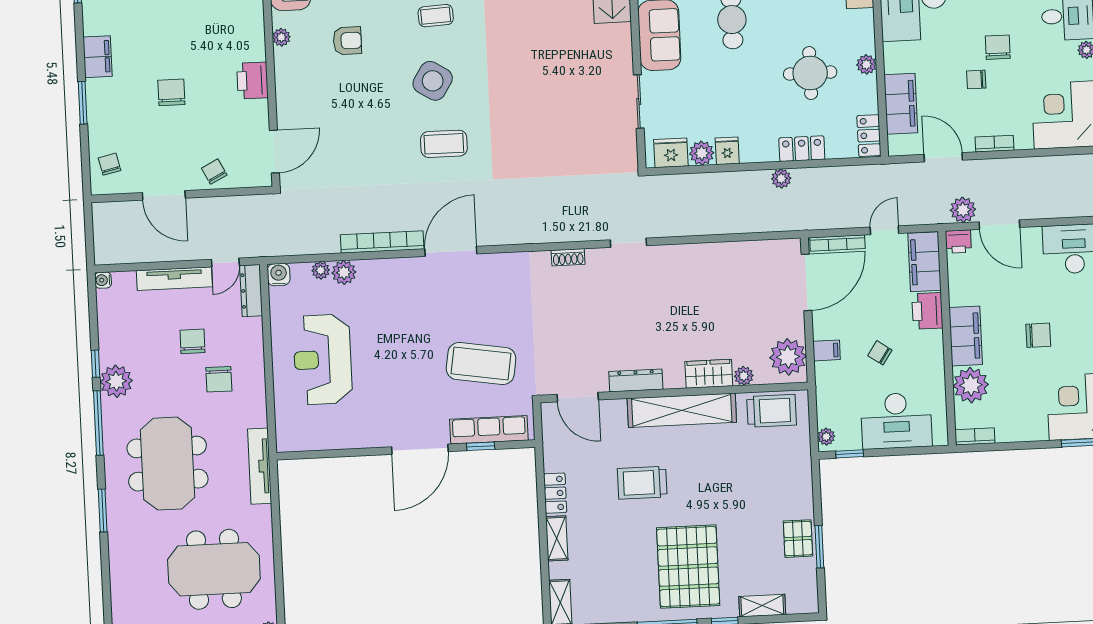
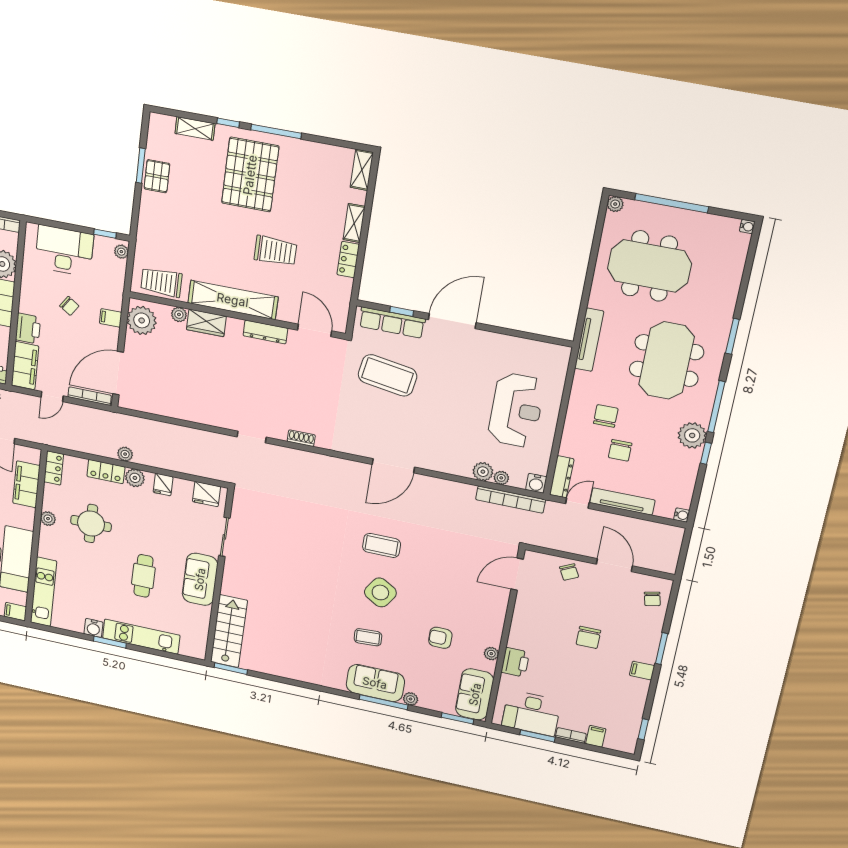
filing cabinet: (98, 57) -> (642, 671), width x0.50
printer: (252, 81) -> (515, 662), moved
plant: (702, 153) -> (135, 478), moved
bookcase: (382, 242) -> (511, 500), moved

